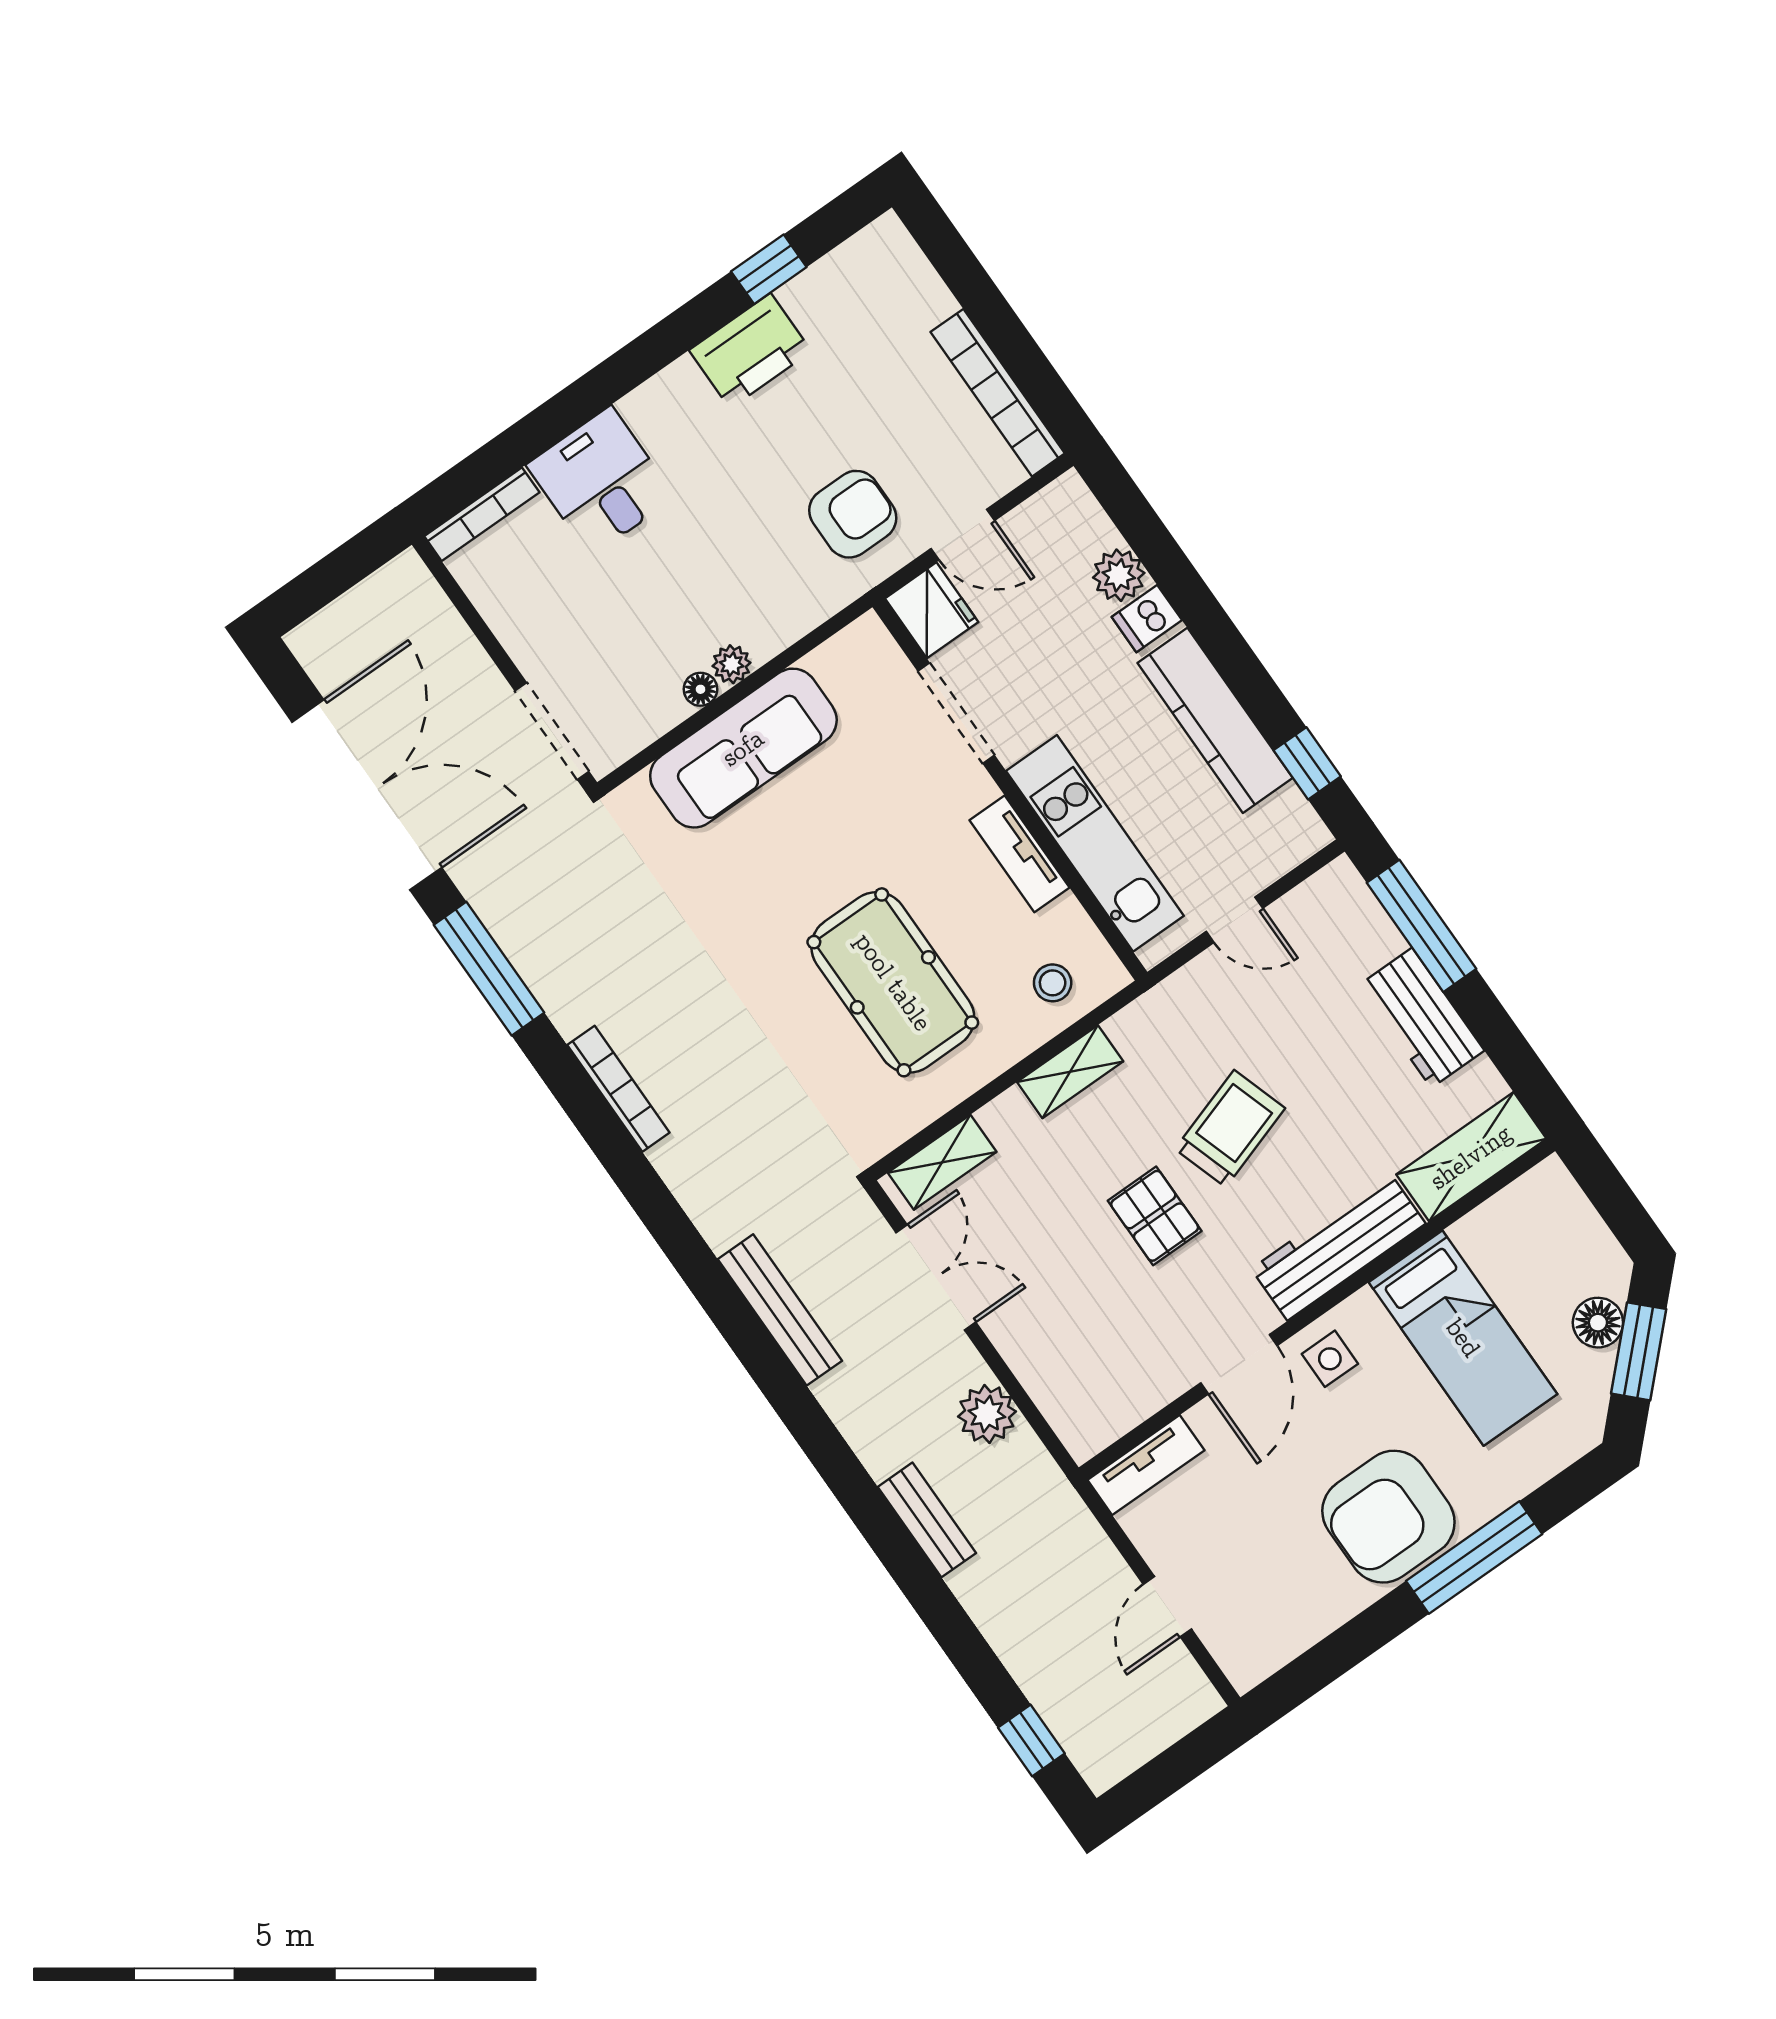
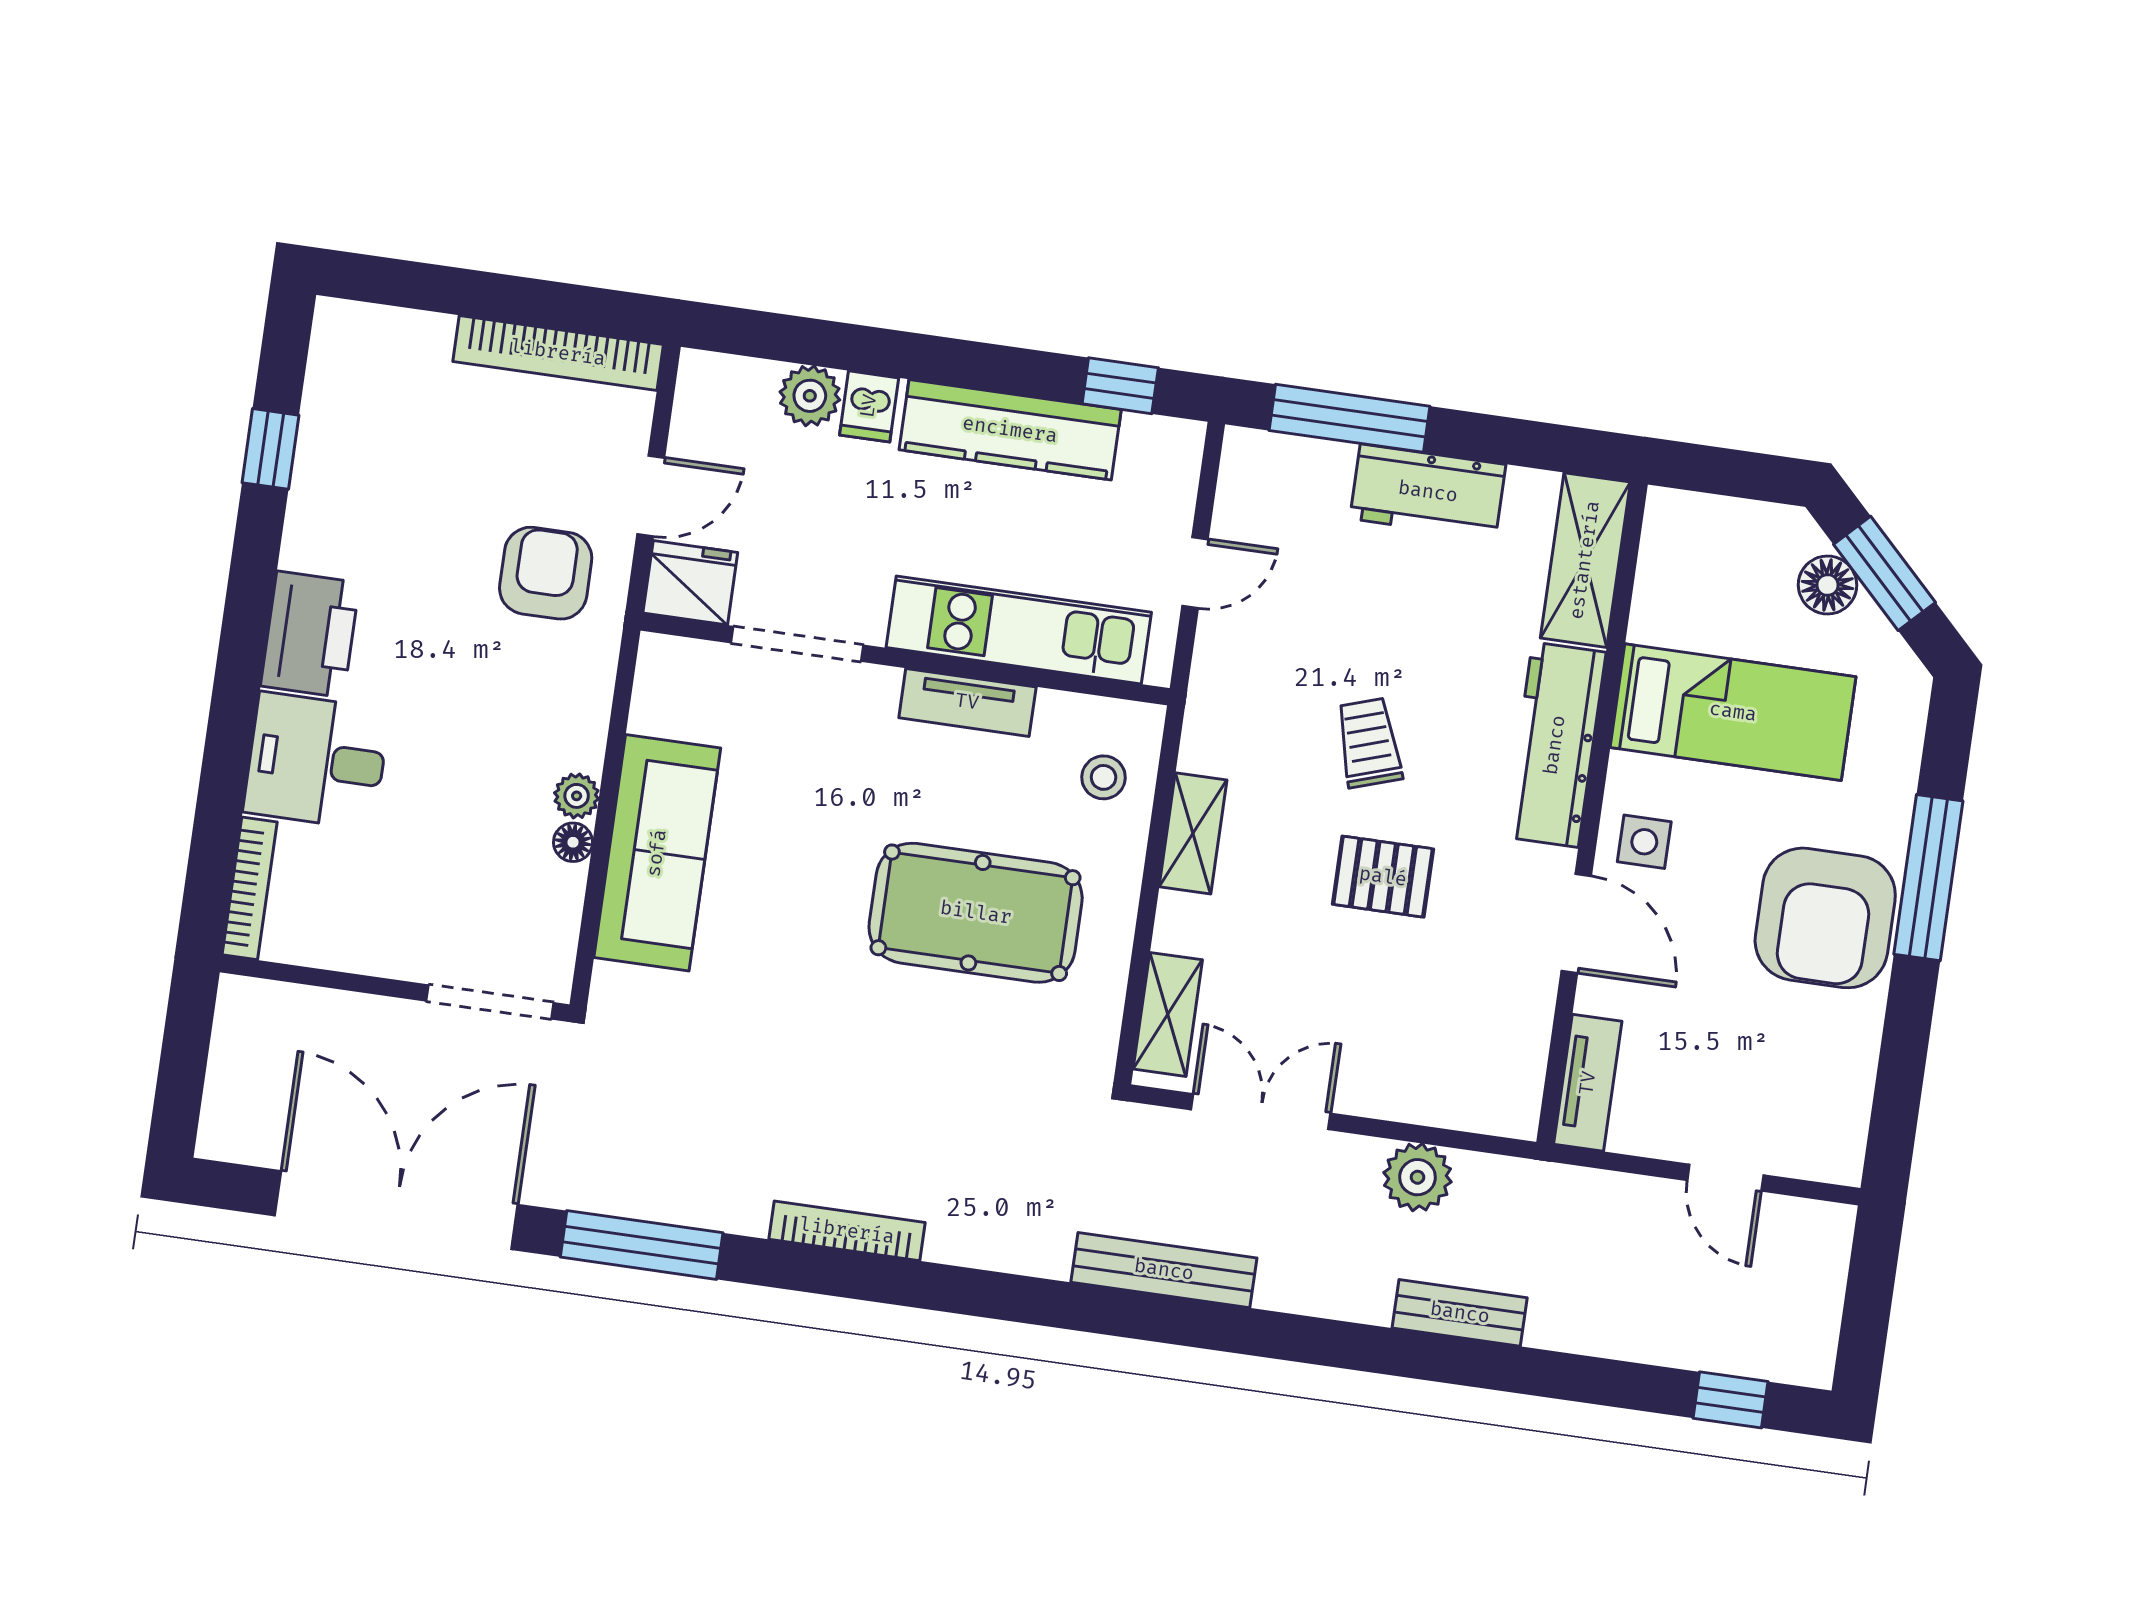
printer: (750, 351) -> (310, 634), moved
trolley: (1230, 1129) -> (1369, 743), width x0.73, depth x0.72

